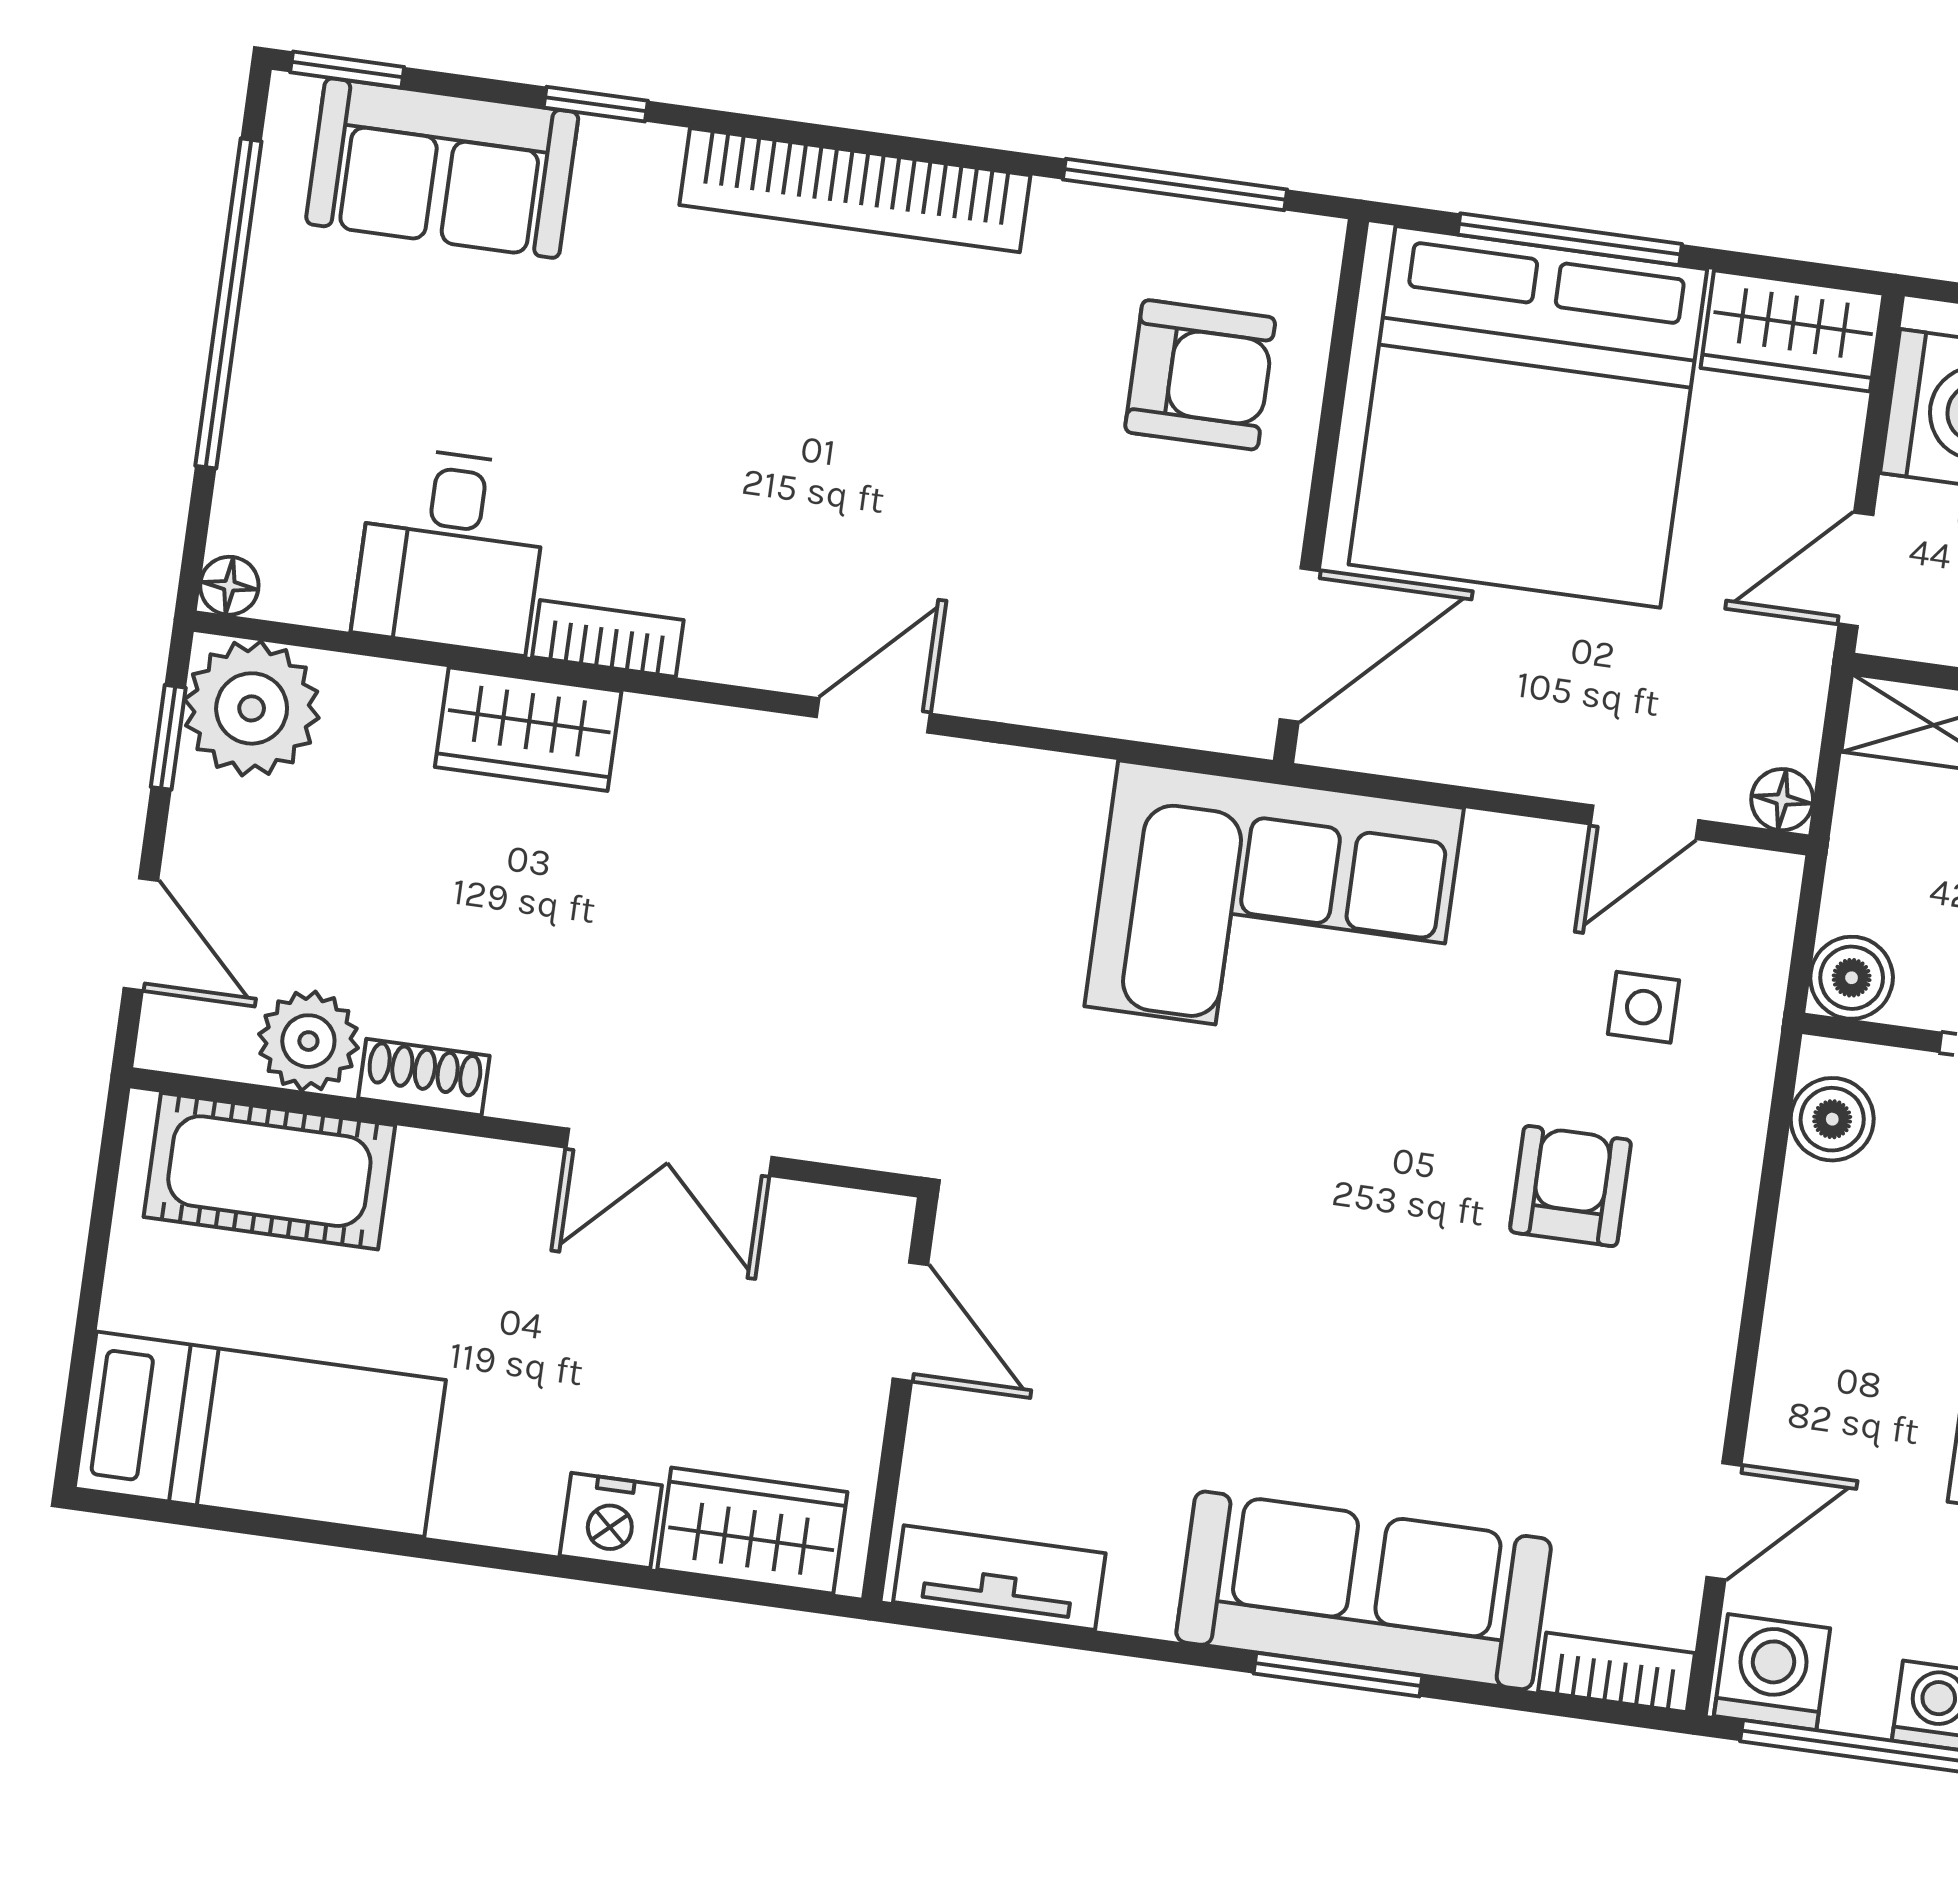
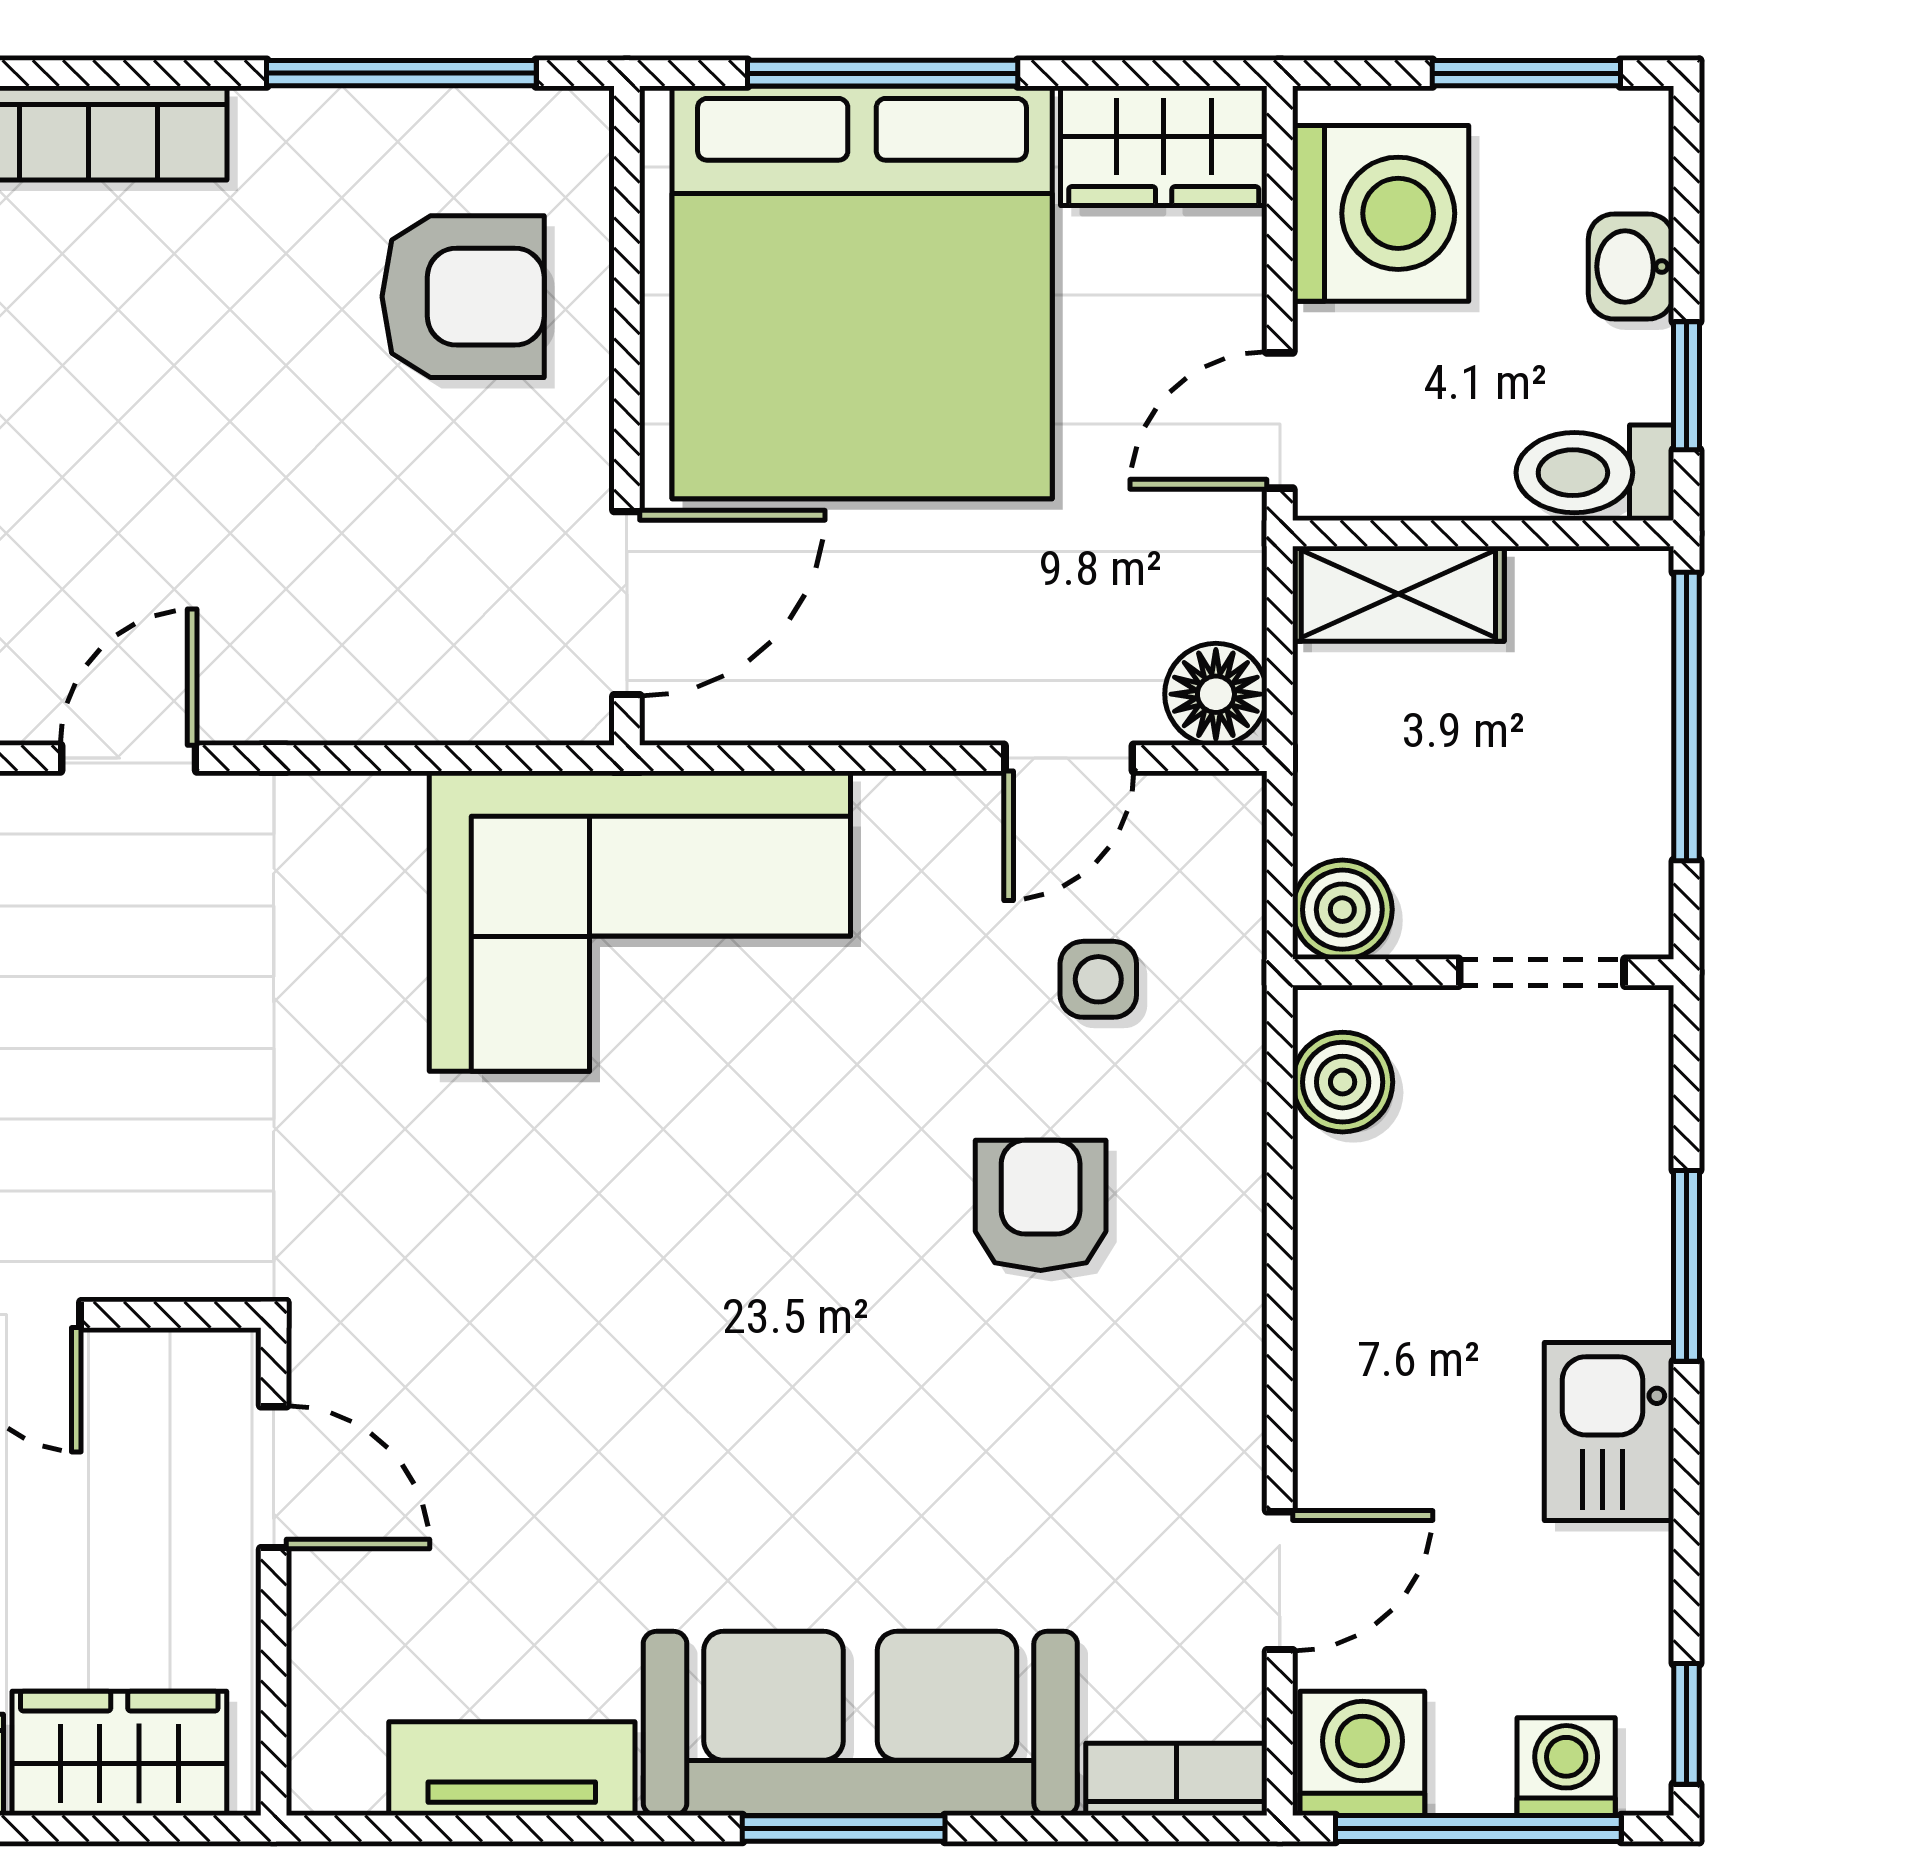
floor lamp: (1782, 800) -> (1216, 694), width x1.37, depth x1.37
tv unit: (999, 1578) -> (512, 1769), moved

